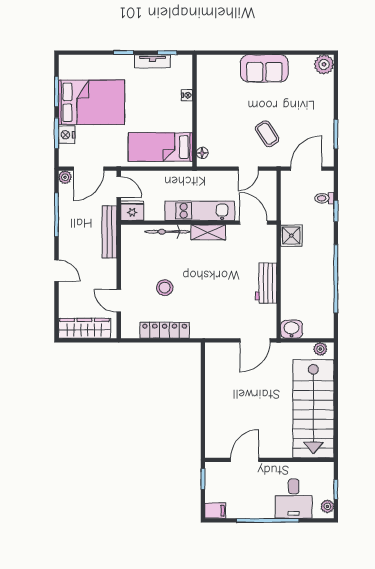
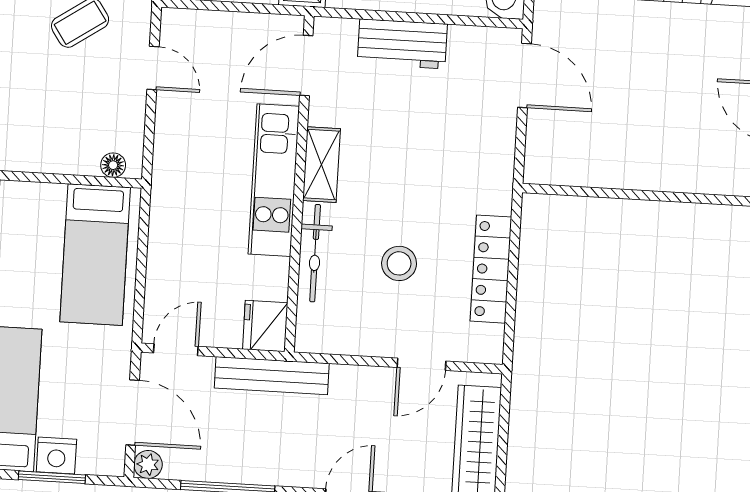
fridge: (132, 211) -> (265, 326), moved
kitchen unit: (200, 211) -> (274, 180), moved
wall: (199, 223) -> (299, 184), moved
door: (254, 223) -> (306, 66), moved
bicycle: (167, 232) -> (315, 253), moved
shelving: (208, 232) -> (322, 165), moved

